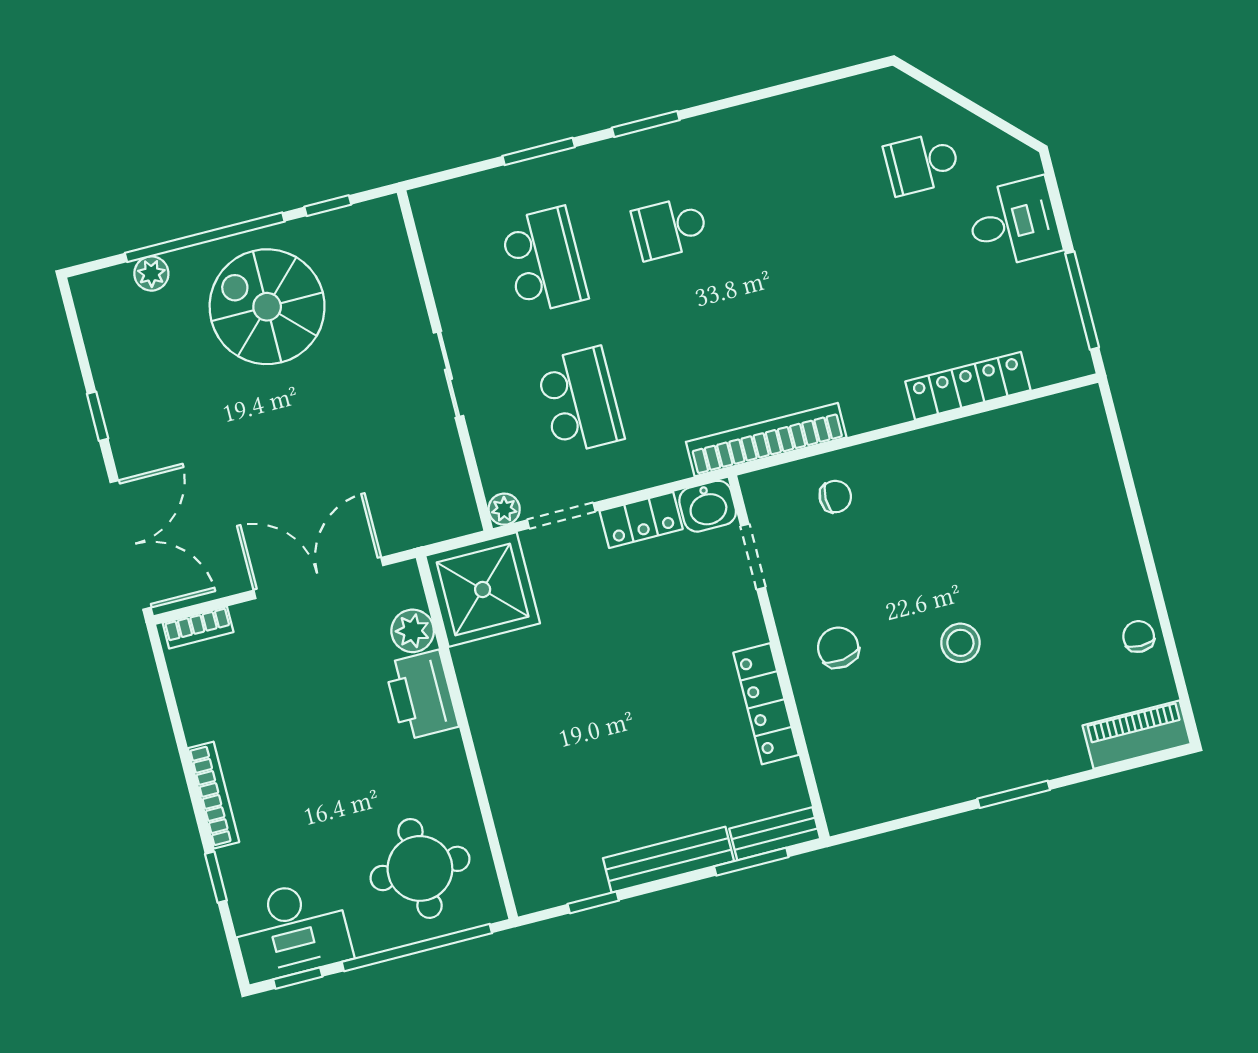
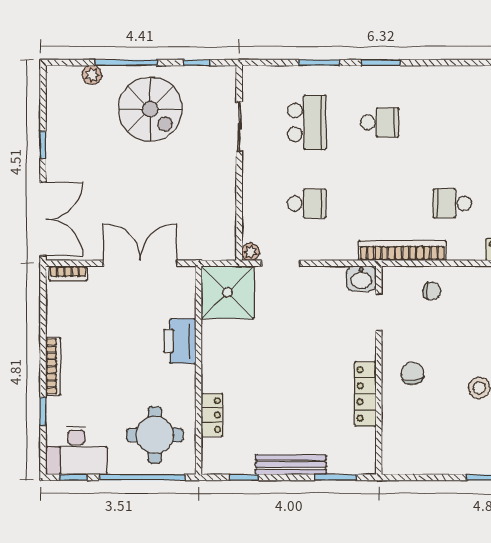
school desk: (670, 228) -> (380, 122), turned 180
window: (205, 237) -> (126, 63), width x0.68
spiral stairs: (267, 307) -> (150, 109), turned 180
school desk: (832, 336) -> (452, 203), added
sliding door: (448, 374) -> (239, 127), moved
school desk: (580, 401) -> (307, 203), width x0.54
locker: (641, 520) -> (212, 415), moved, turned -90
plant: (413, 631) -> (184, 305), removed
bench: (775, 834) -> (352, 465), removed

